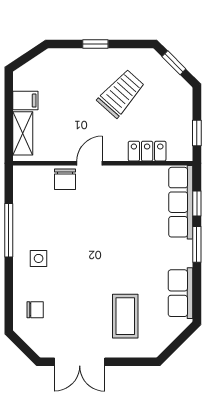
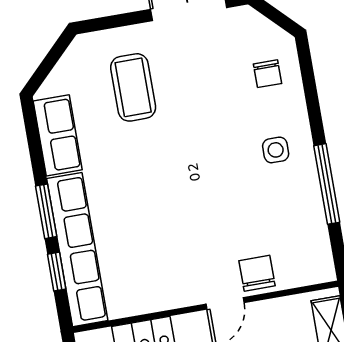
row of seats: (181, 202) -> (77, 250), width x1.36
chair: (35, 310) -> (267, 74), turned -90

